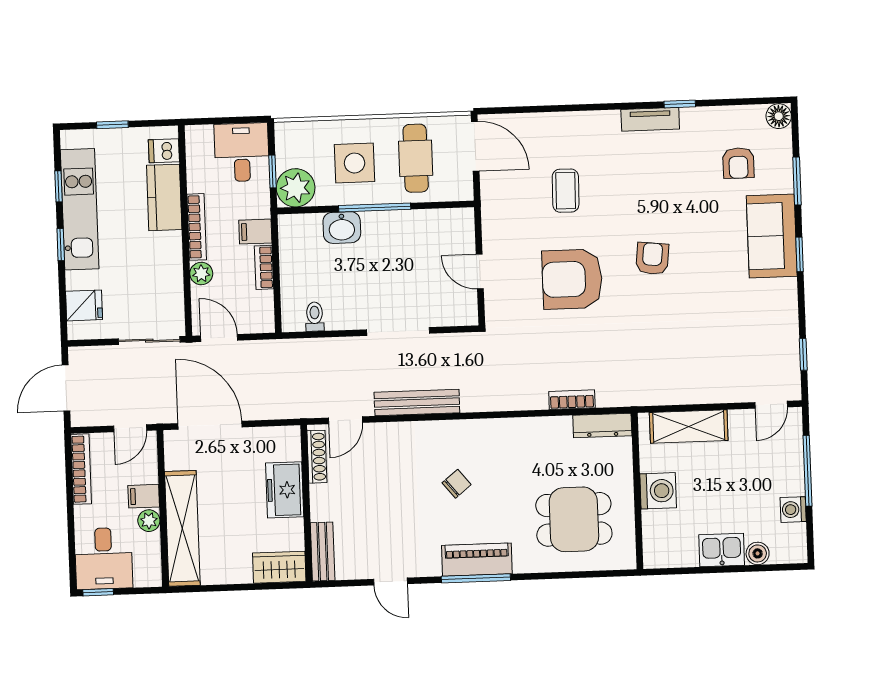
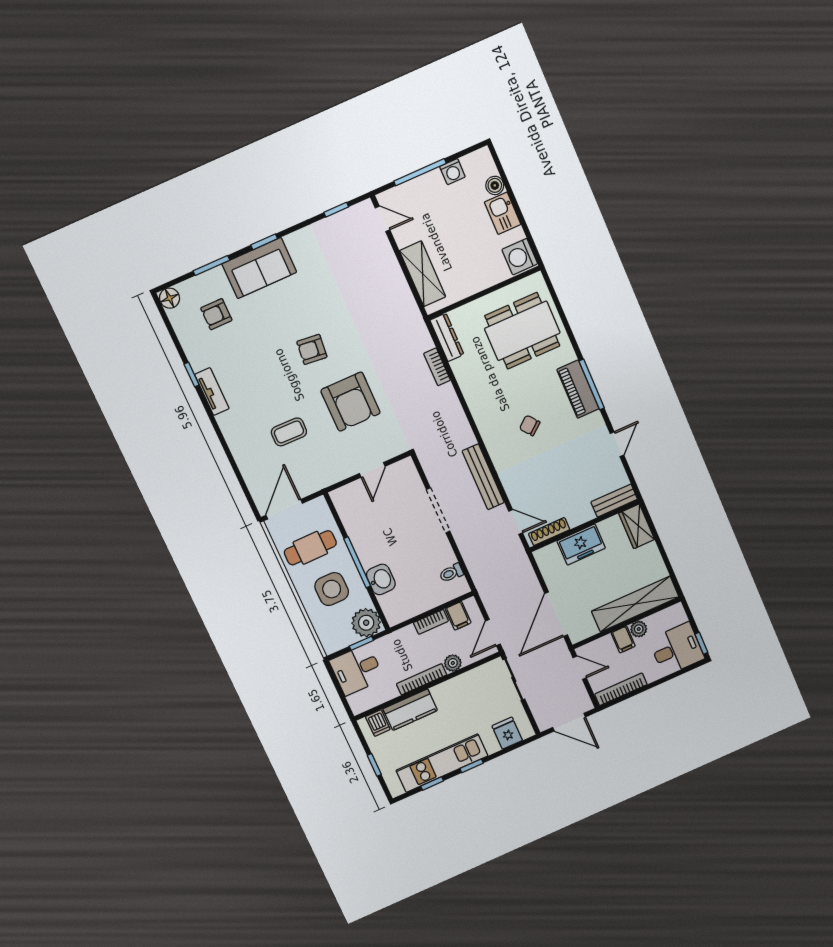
armchair: (738, 163) -> (216, 314), turned 180
filing cabinet: (255, 232) -> (458, 616), moved
washing machine: (658, 491) -> (520, 257), moved, turned -90
dining table: (574, 519) -> (522, 331), width x1.37

